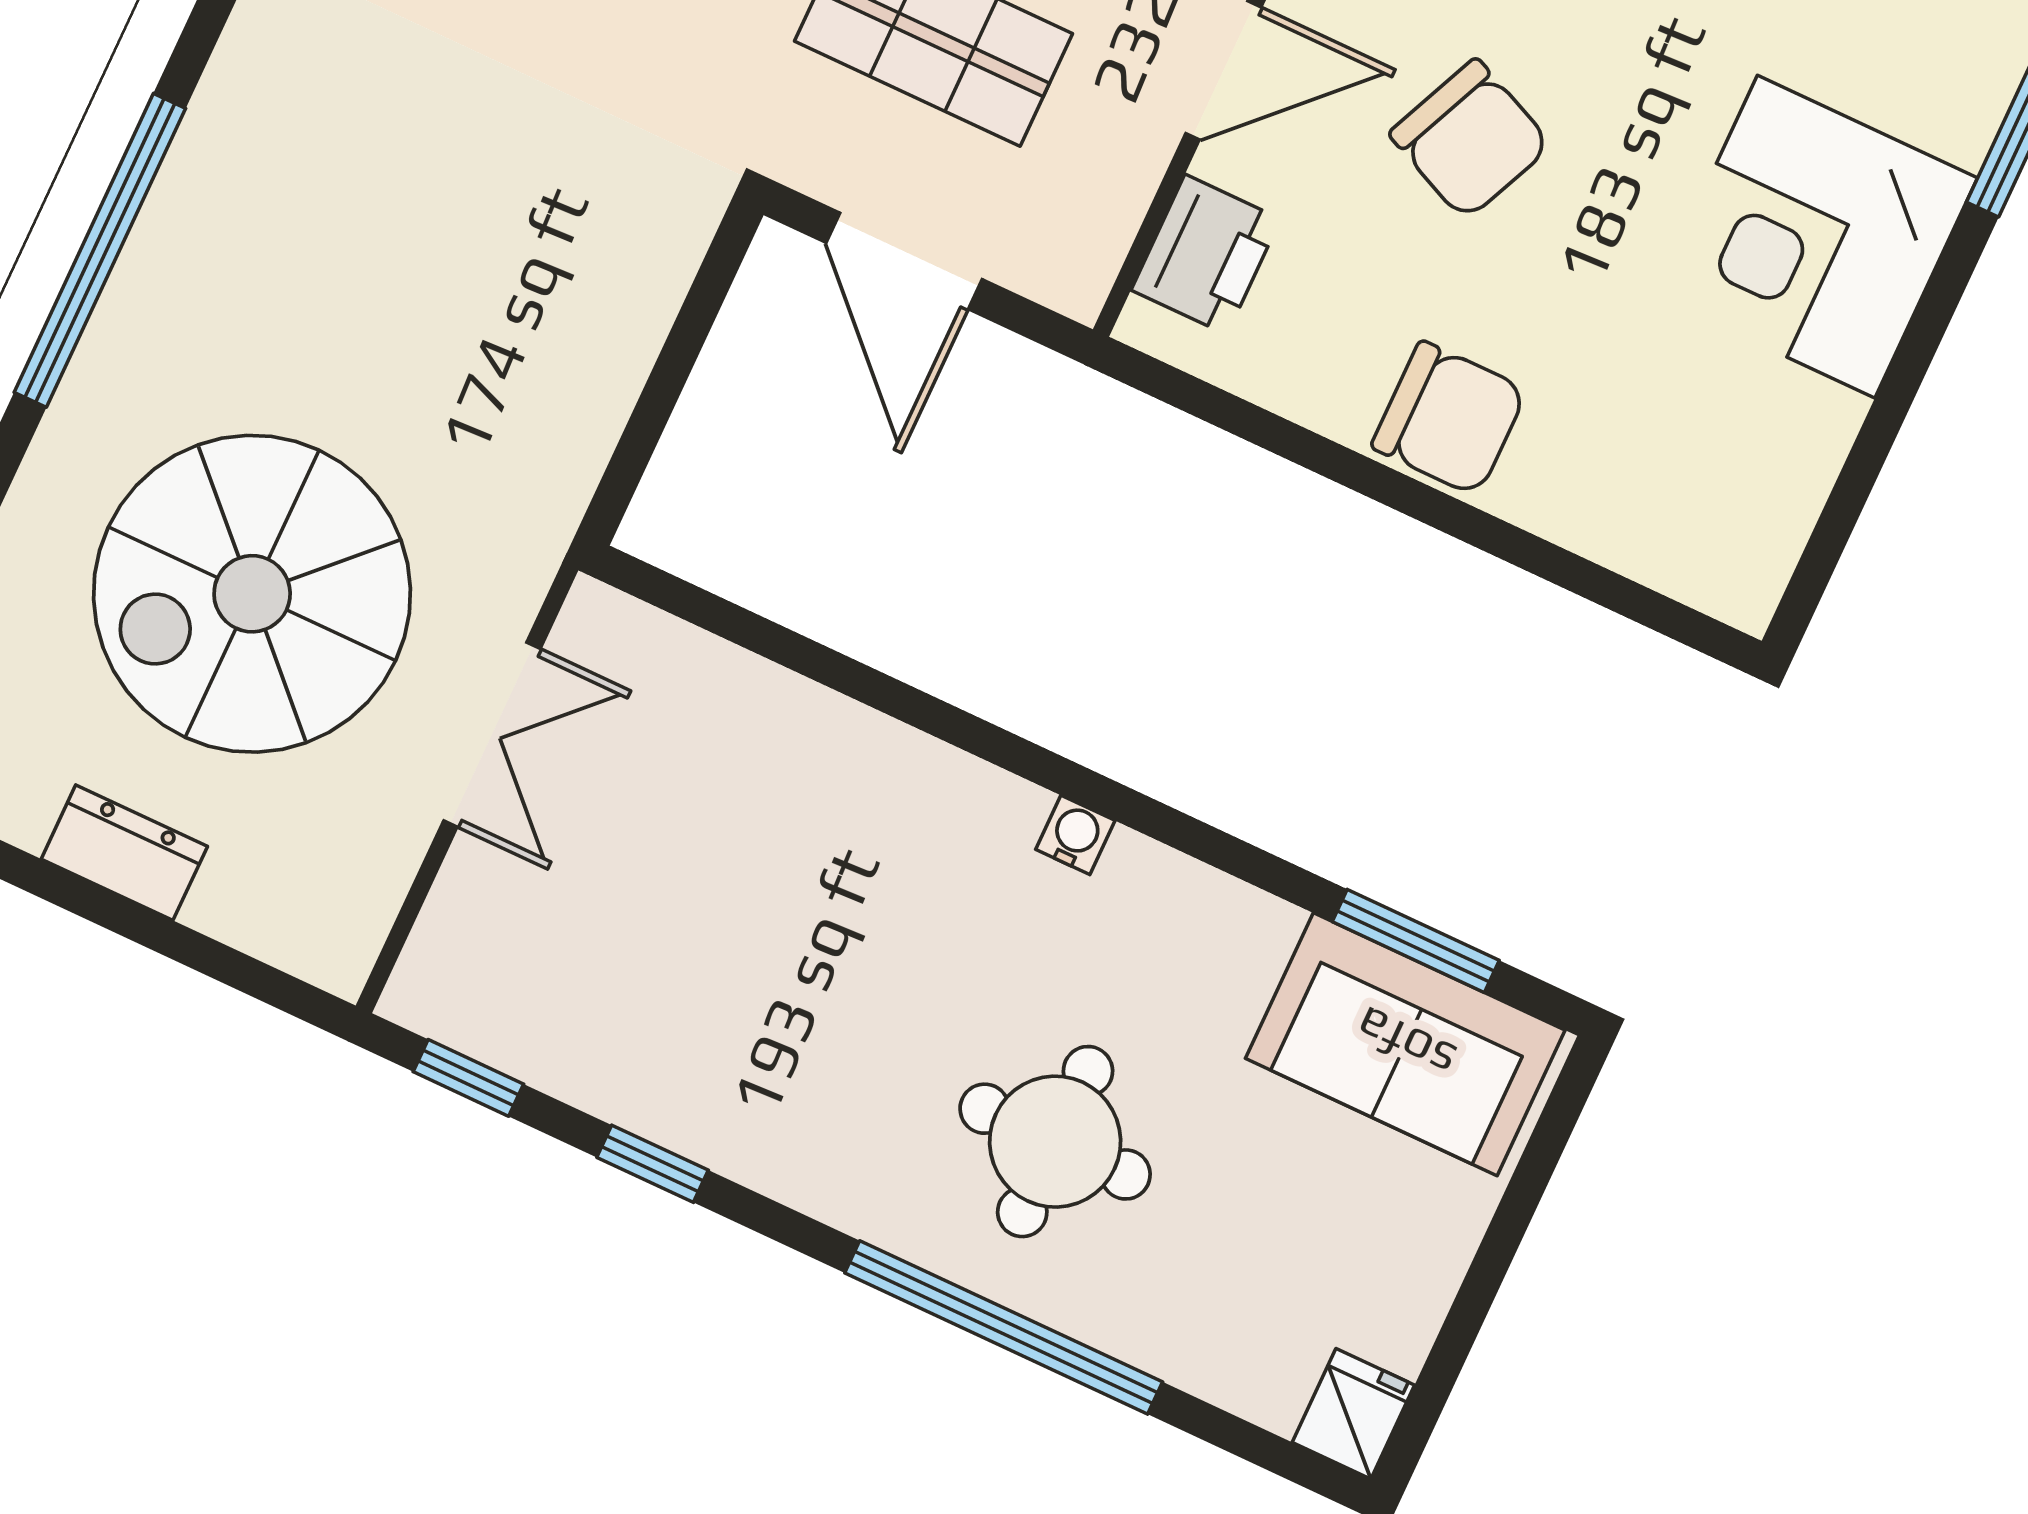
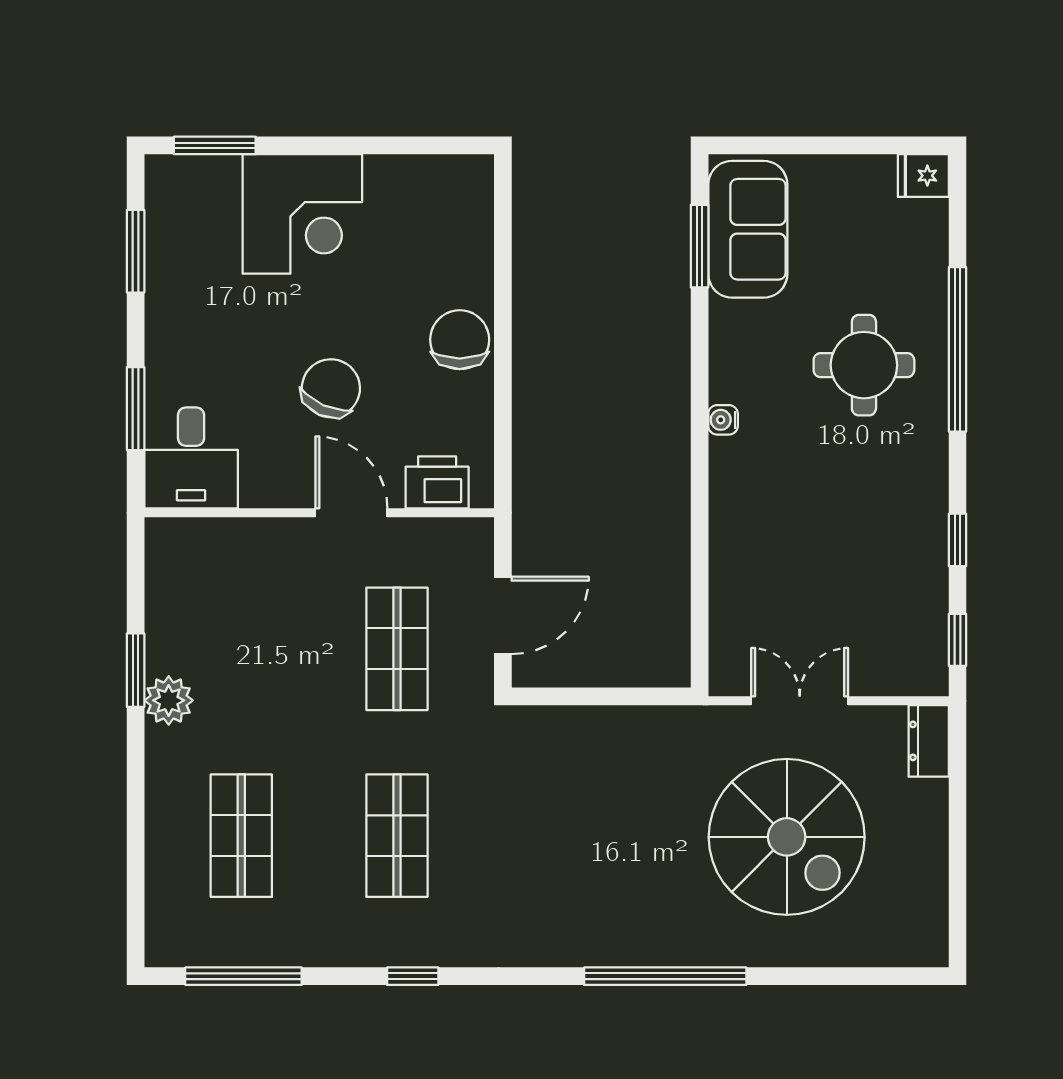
dresser: (124, 853) -> (929, 741), moved

